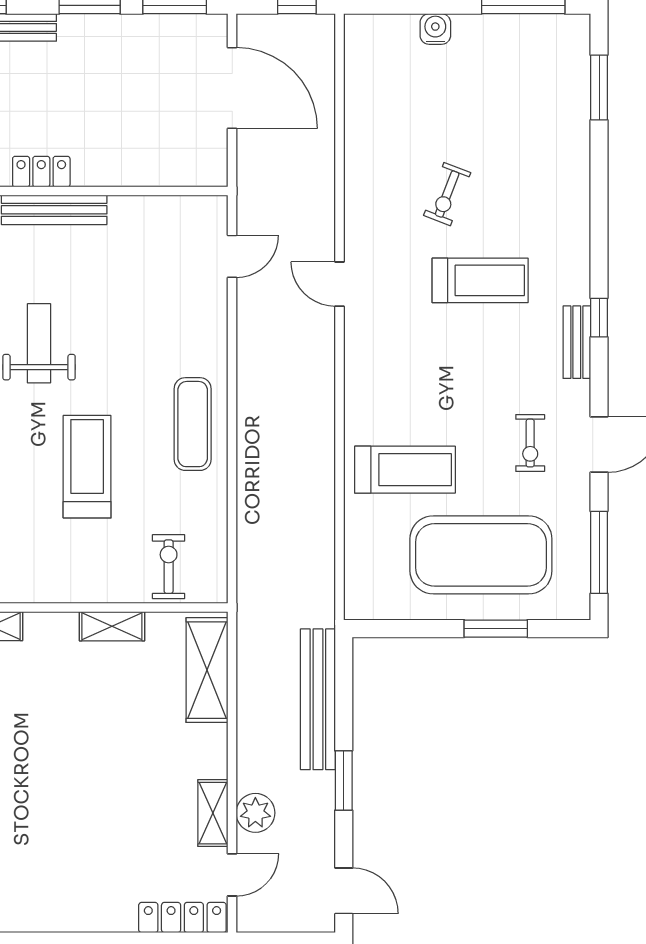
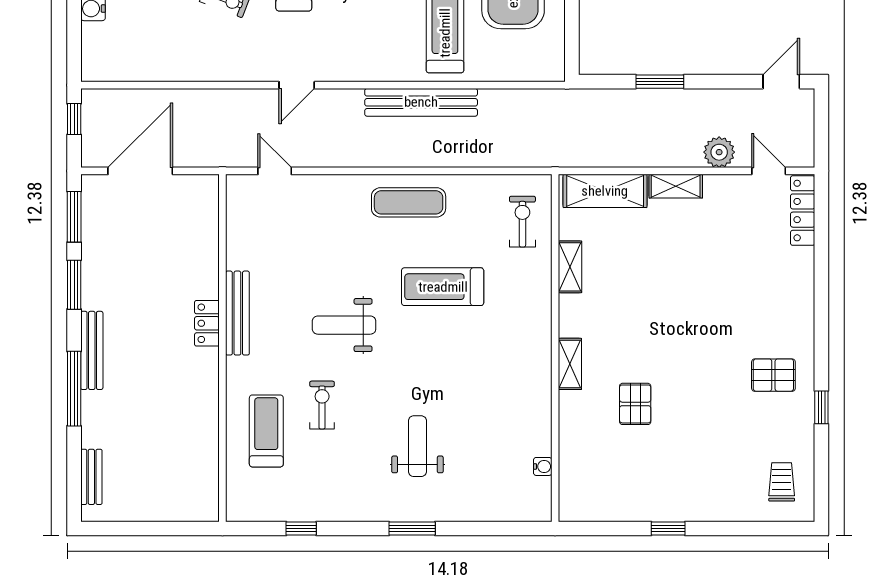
exercise bike: (169, 567) -> (522, 222), turned 90
bench: (318, 699) -> (421, 102), moved
window: (344, 781) -> (660, 82), moved
shelving: (213, 813) -> (676, 186), moved

